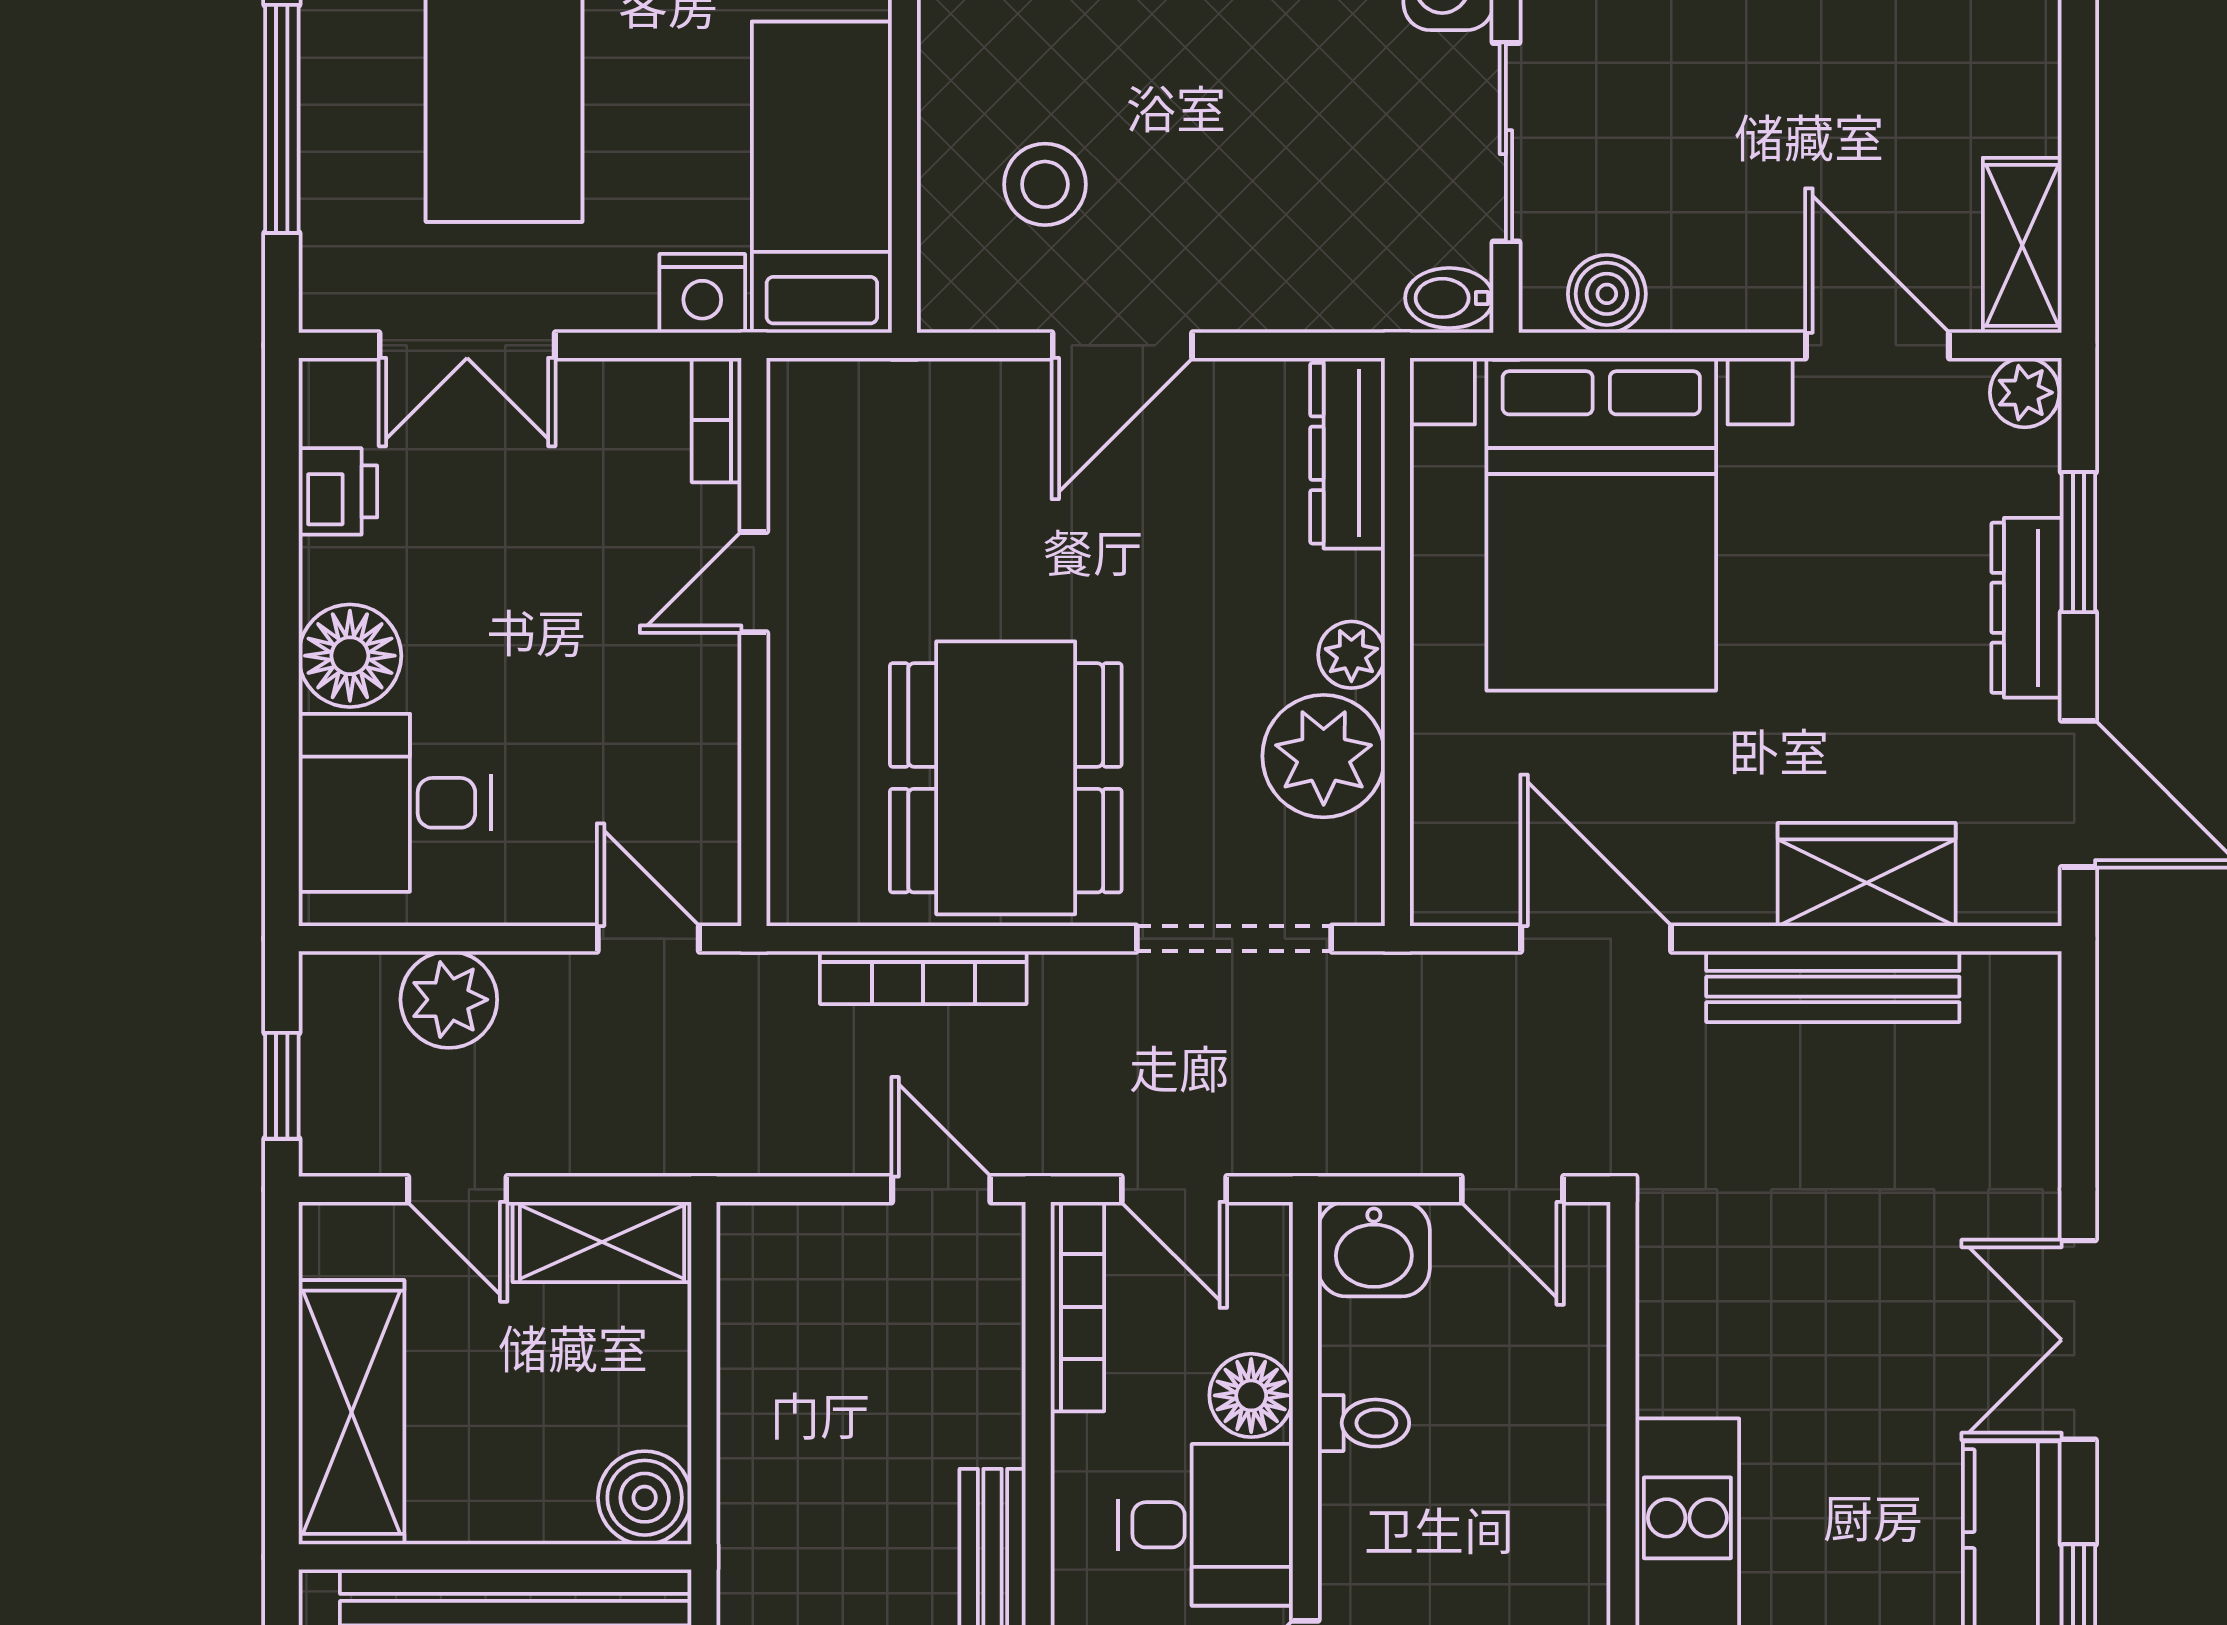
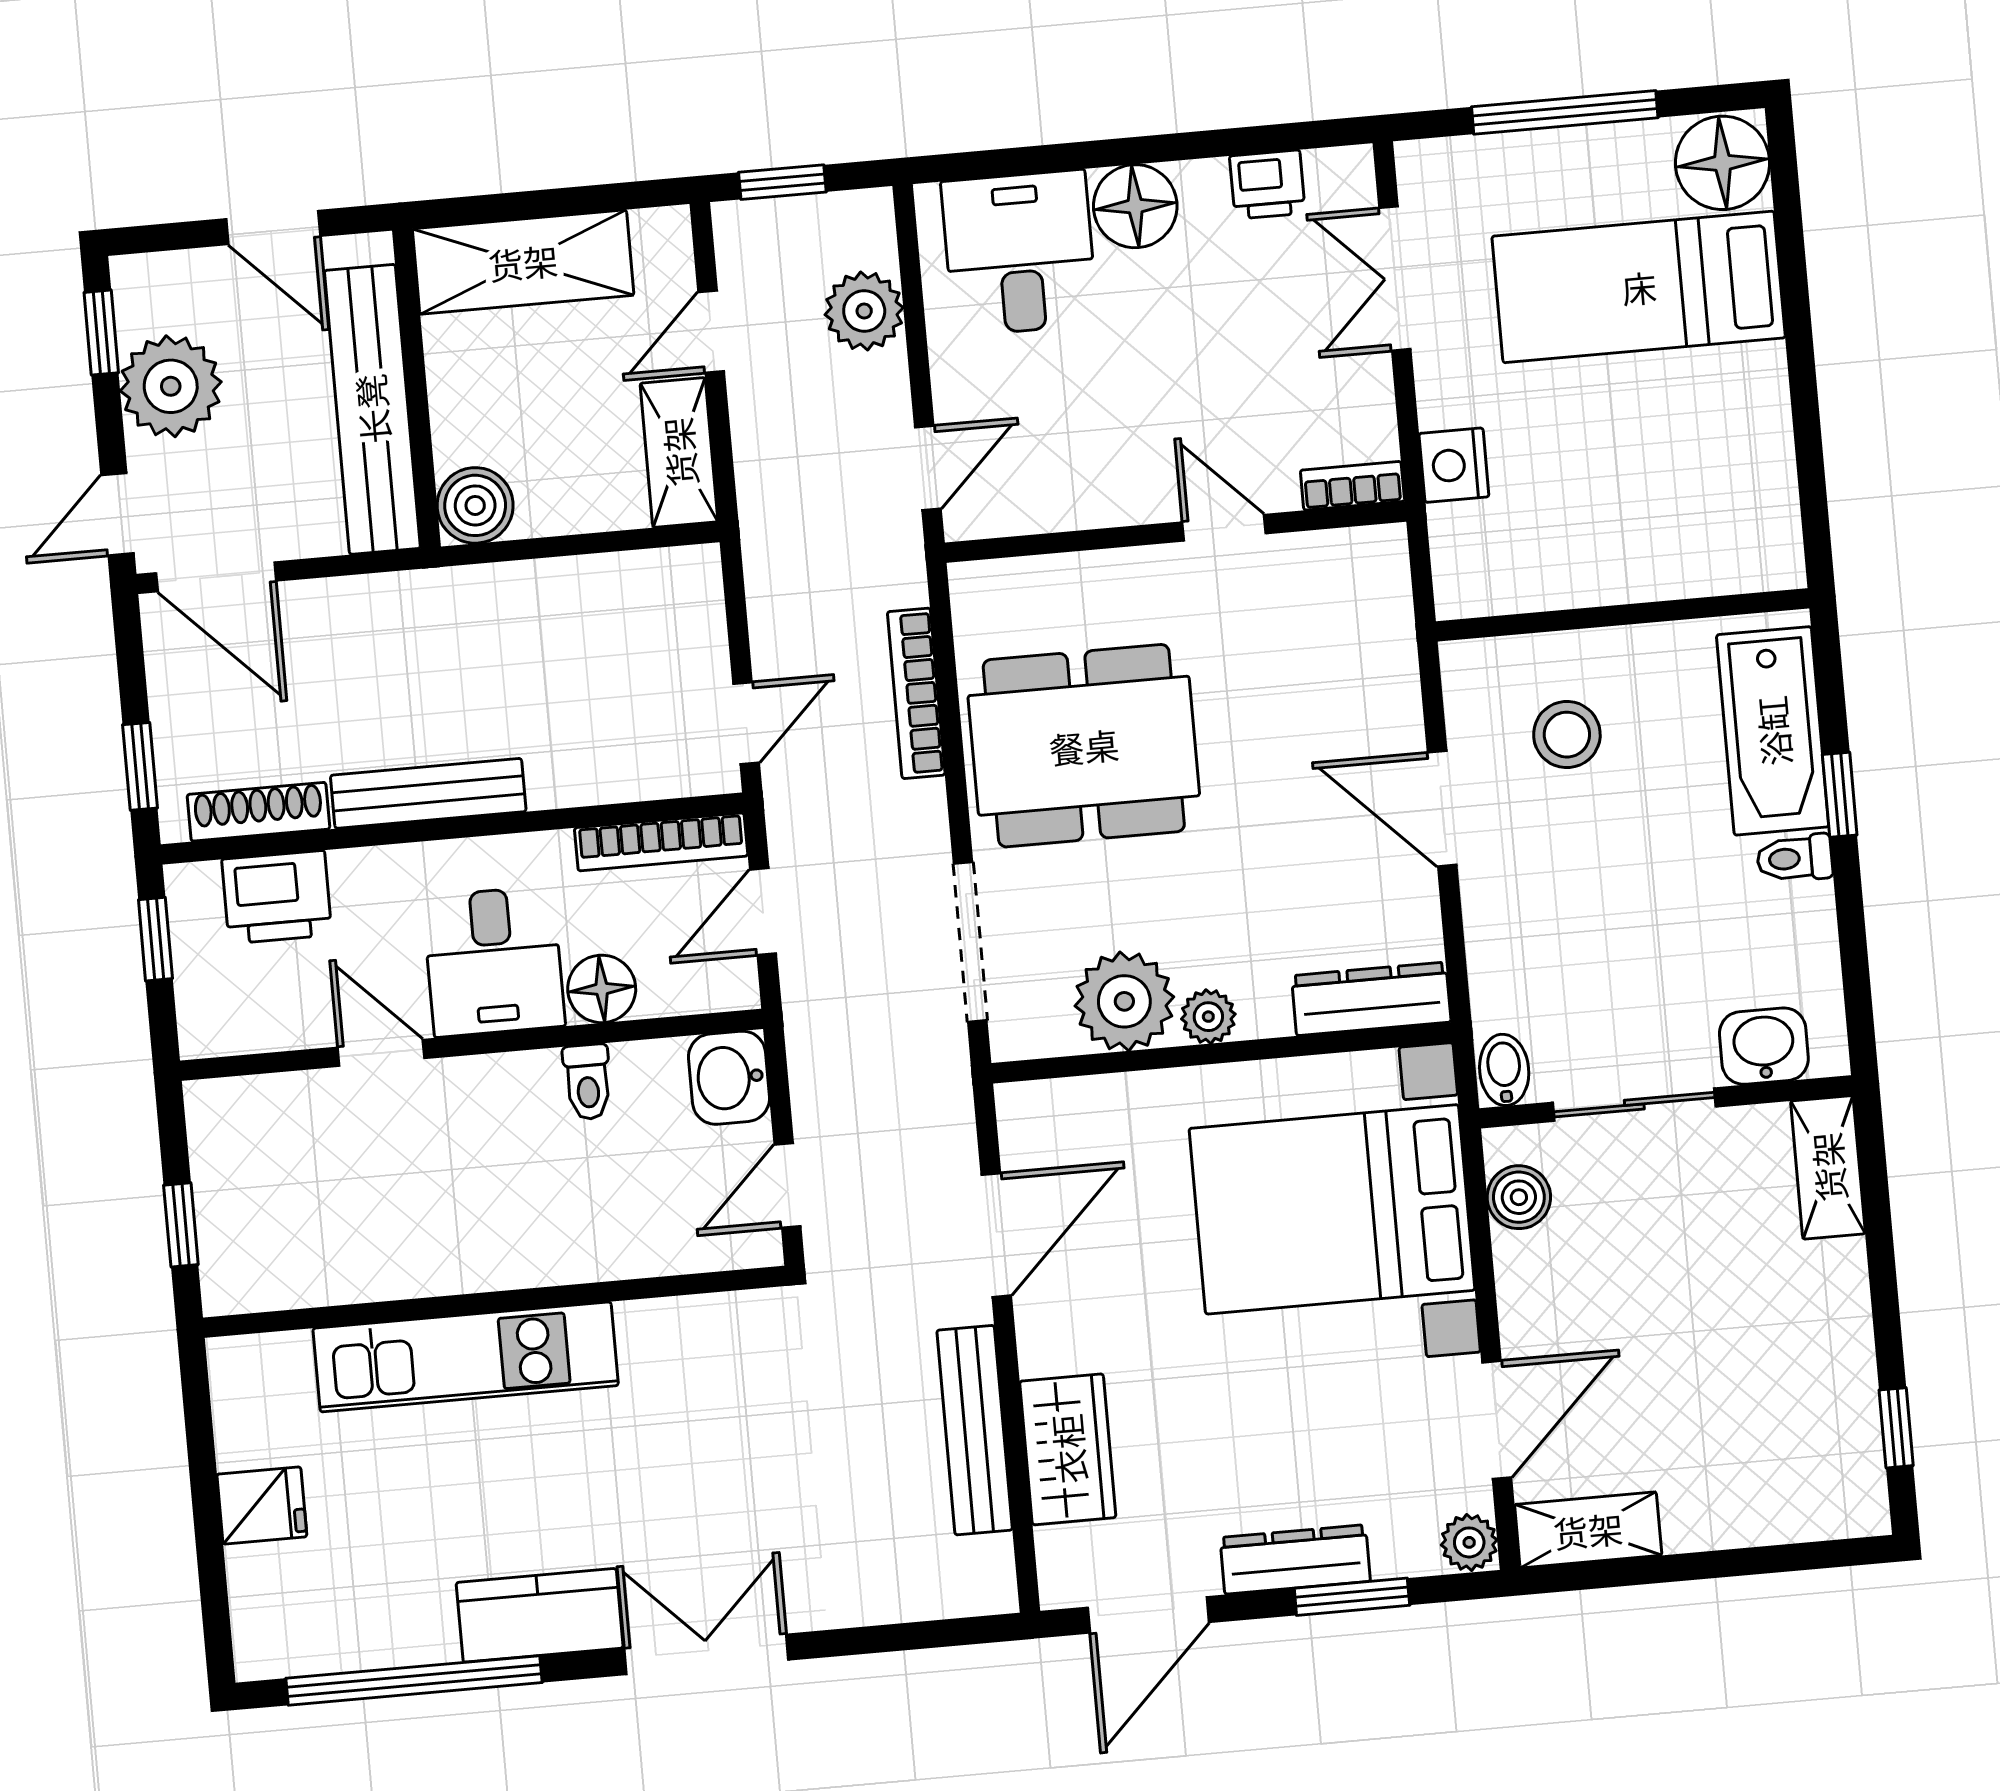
bed: (822, 177) -> (1557, 553), removed

